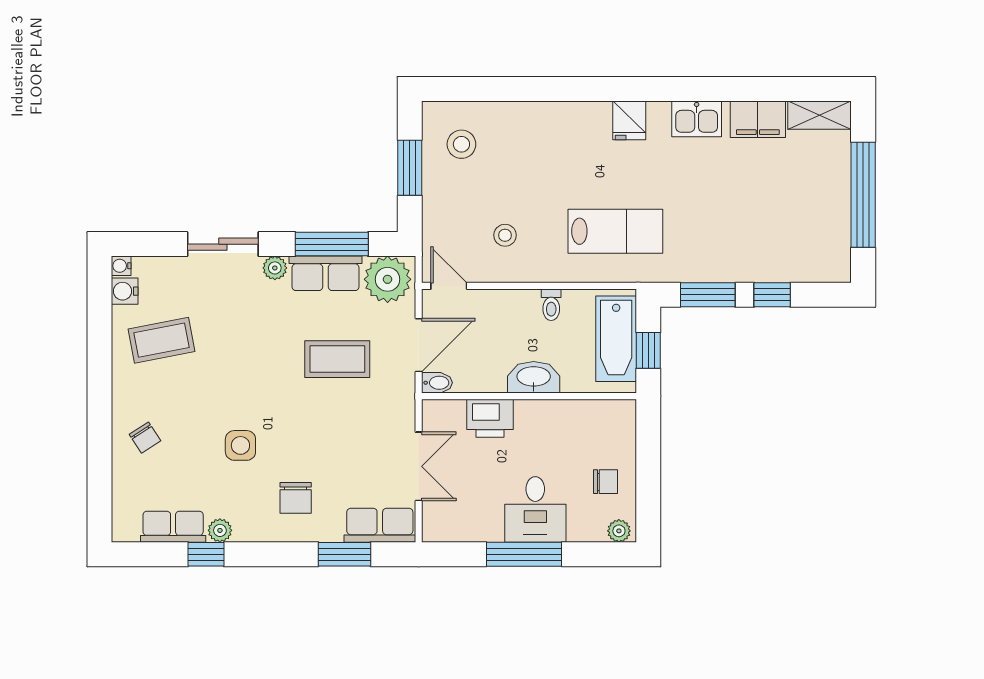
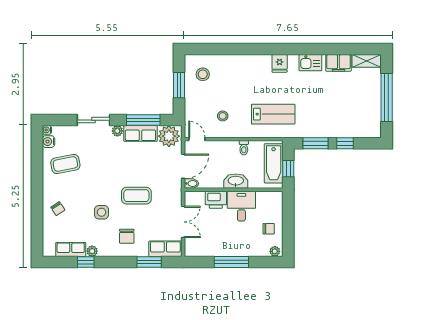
coffee table: (337, 359) -> (136, 196), moved
desk: (535, 509) -> (241, 206), moved, turned 180

